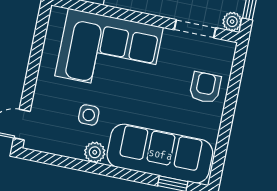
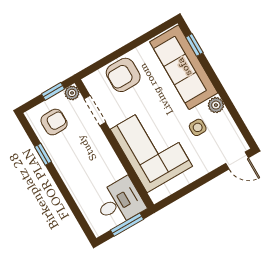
armchair: (205, 88) -> (123, 75), width x1.38, depth x1.38

